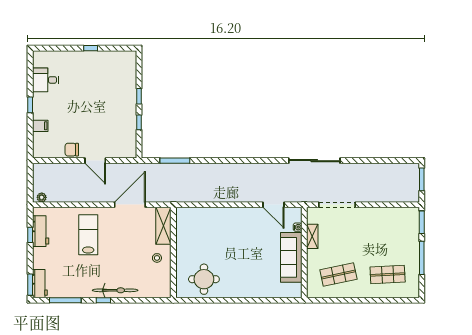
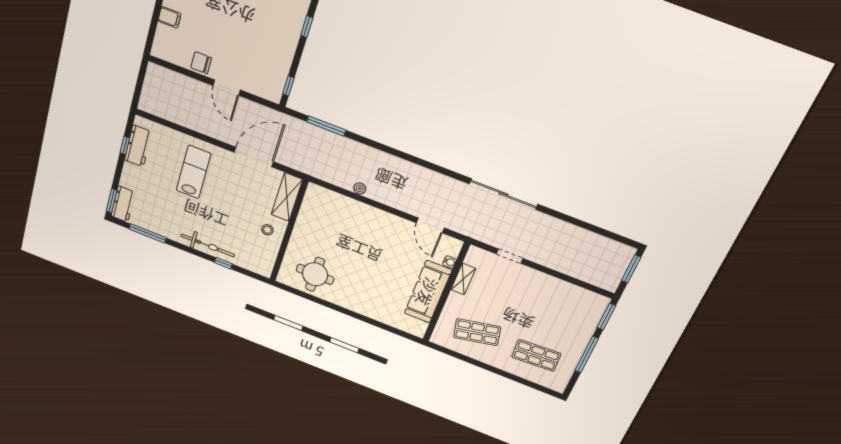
window: (139, 122) -> (288, 86), moved
plant: (42, 197) -> (360, 188), moved
doorway: (337, 205) -> (510, 256), width x0.53
window: (103, 300) -> (223, 263), moved

